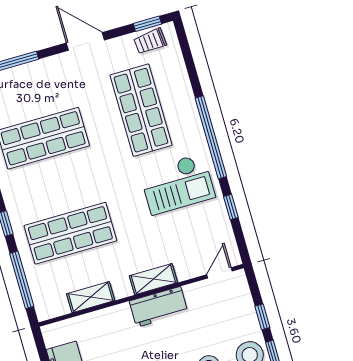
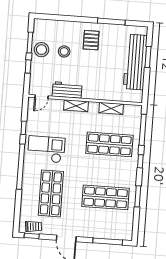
workbench: (159, 307) -> (67, 90), moved

